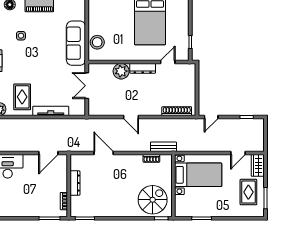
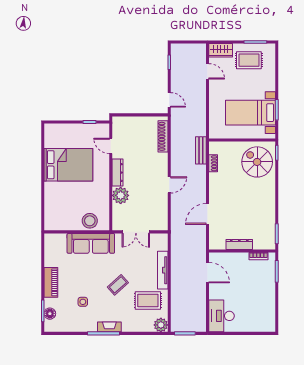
coffee table: (37, 69) -> (118, 285), added
bed with nightstands: (198, 175) -> (250, 113), moved, turned -90

